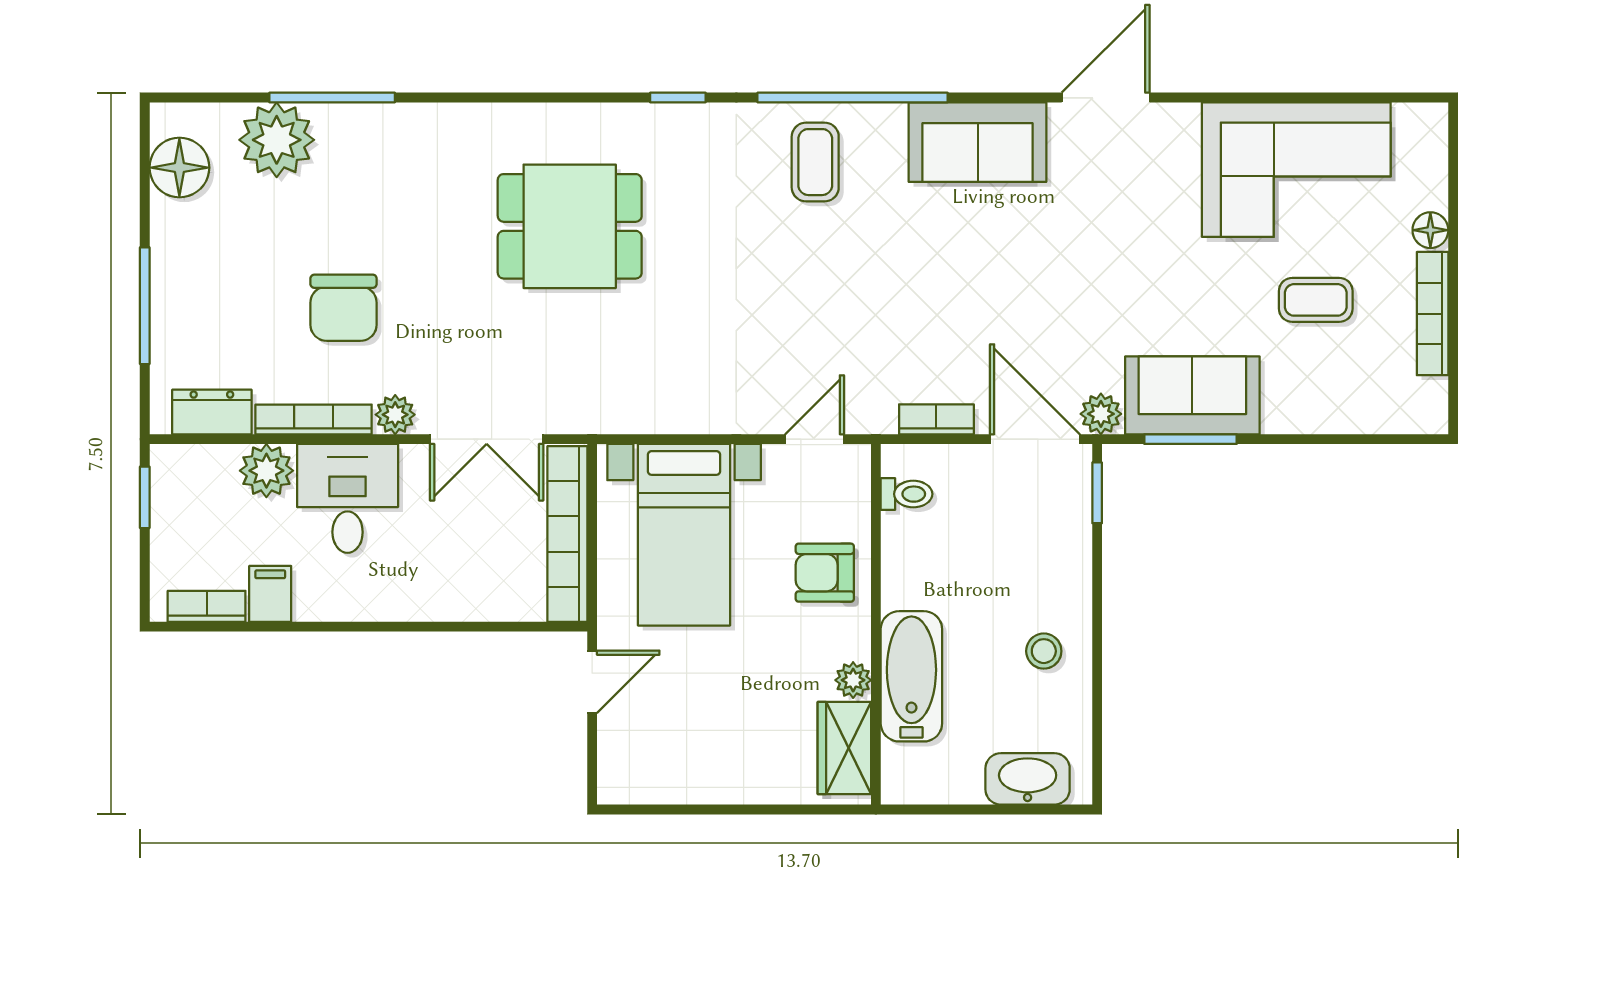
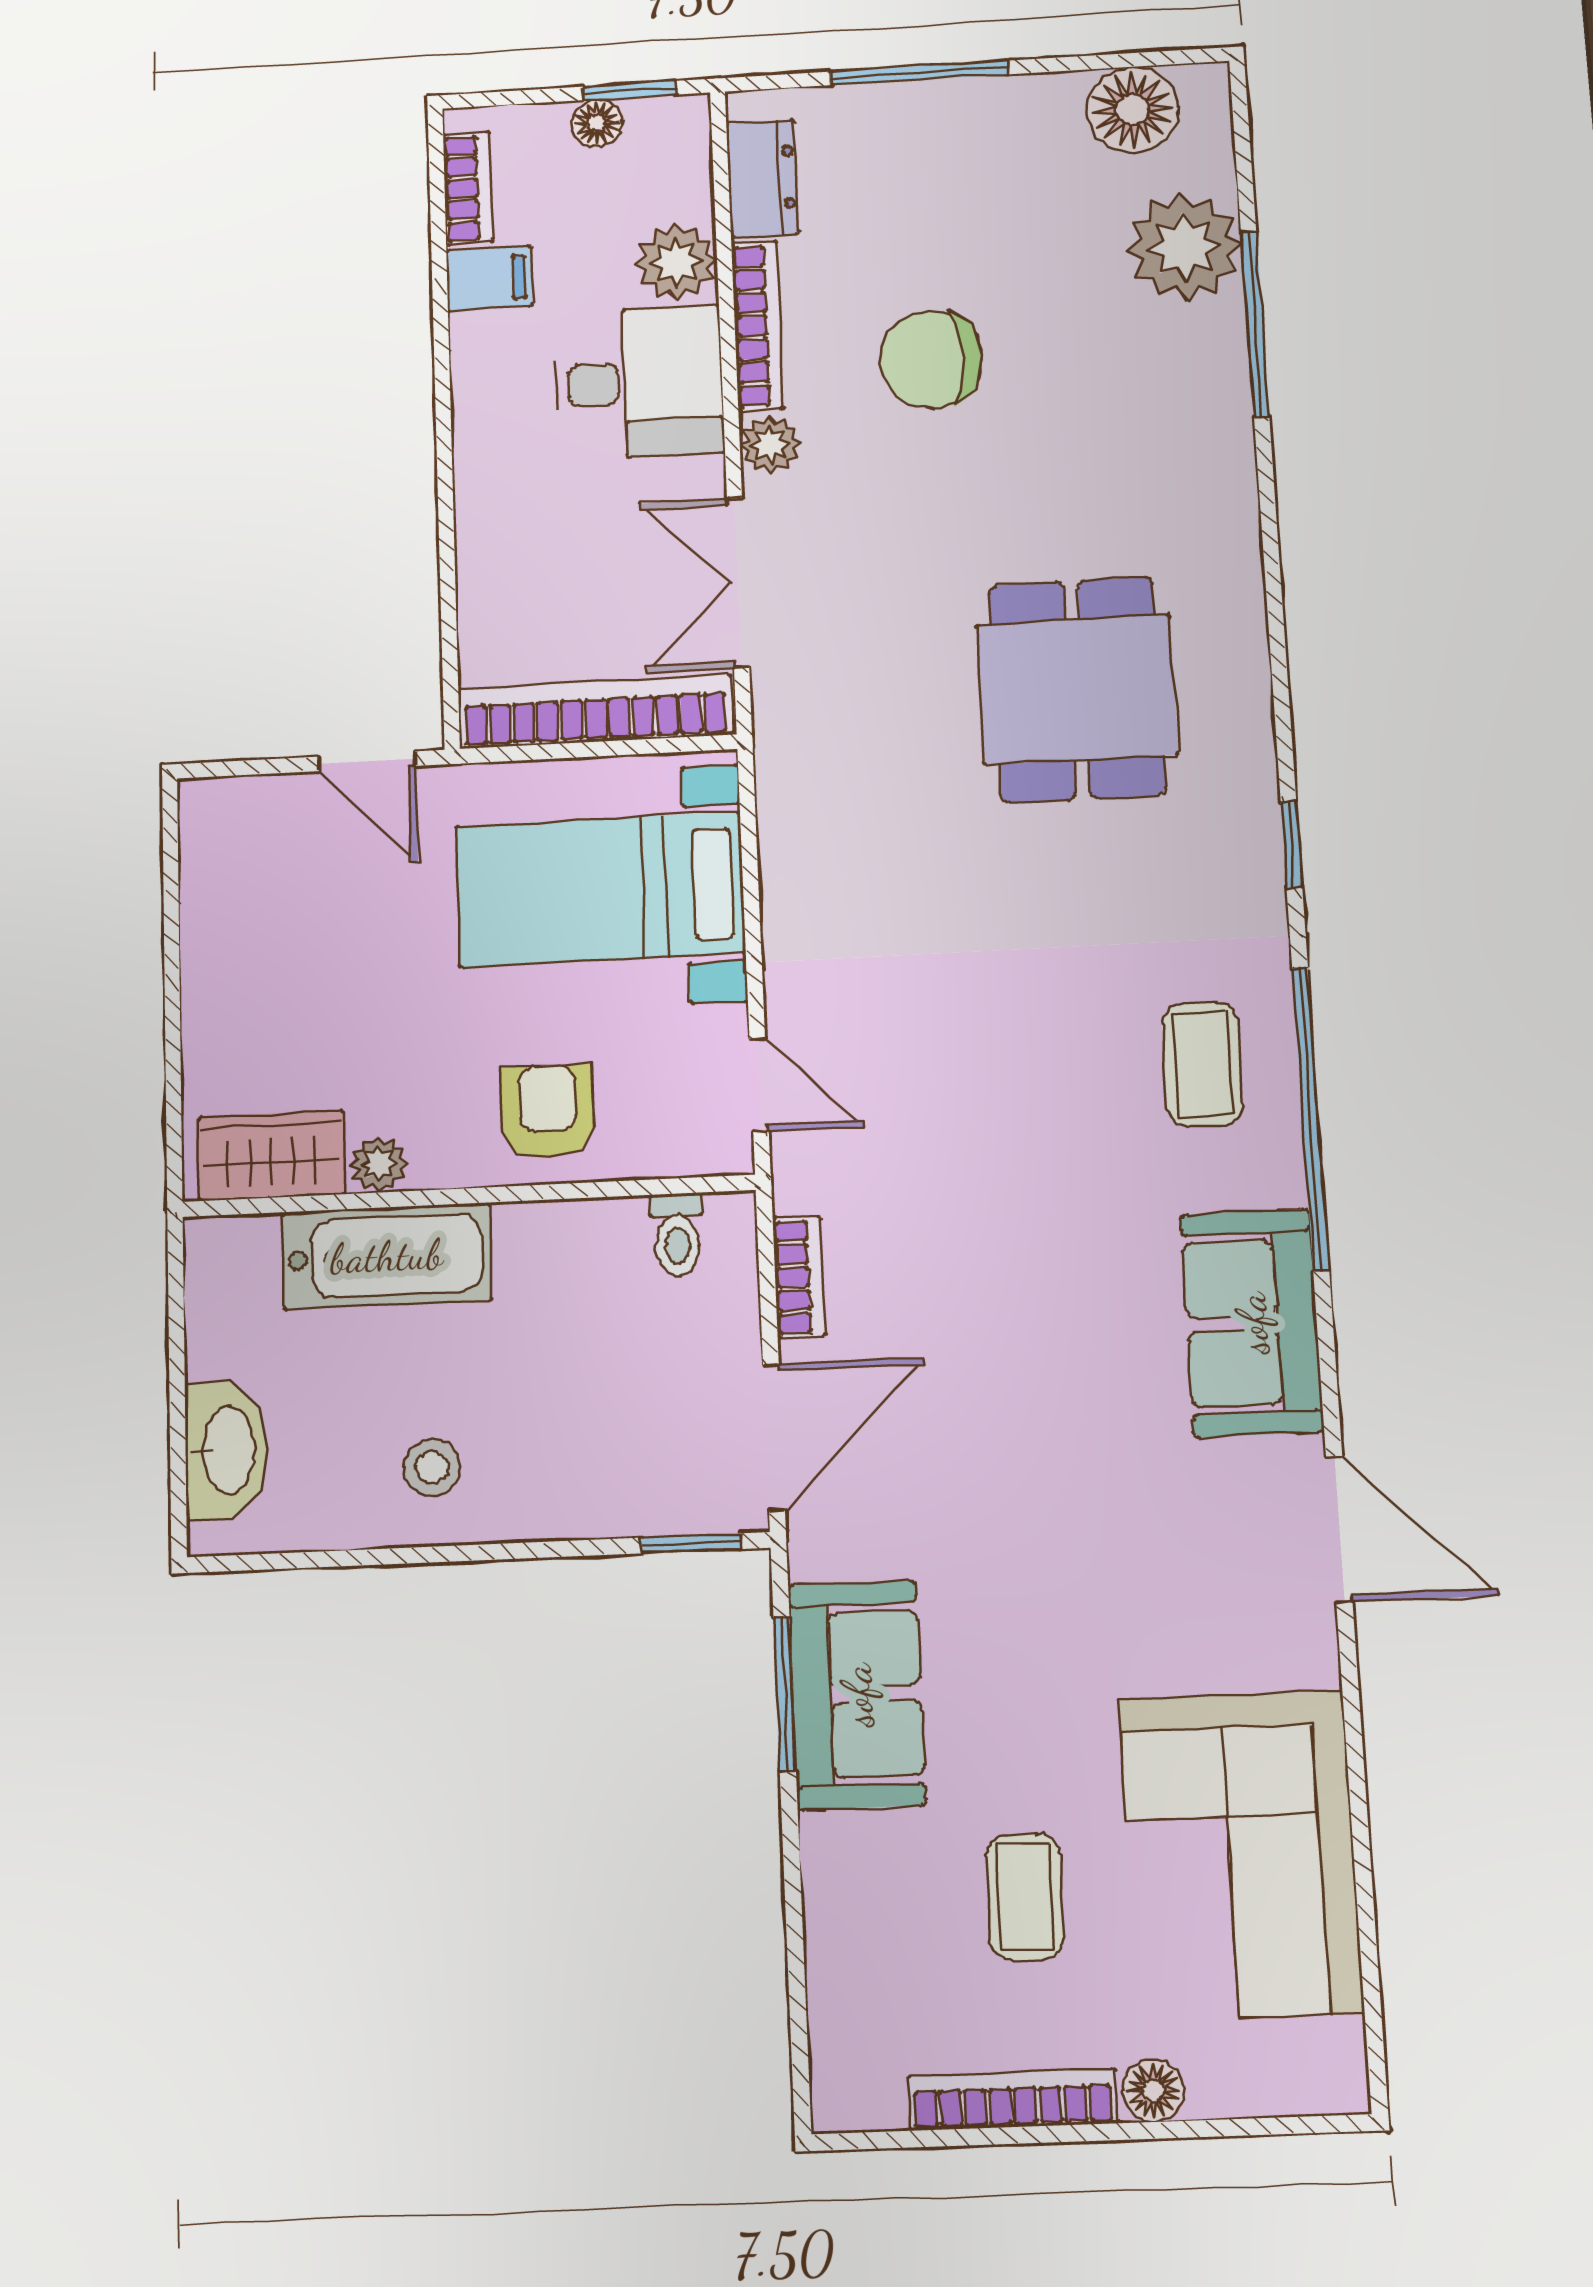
coffee table: (815, 162) -> (1203, 1064), turned 90
plant: (1101, 414) -> (819, 1544), removed
floor lamp: (166, 520) -> (597, 123), added

